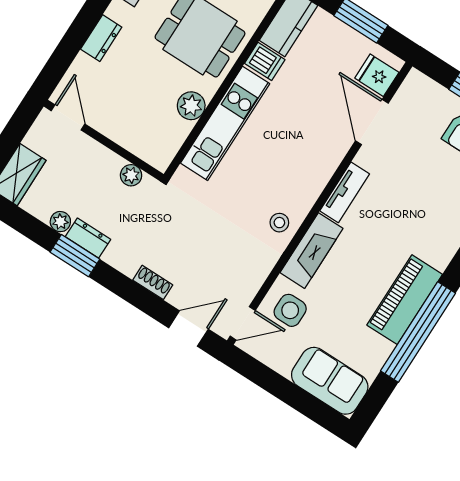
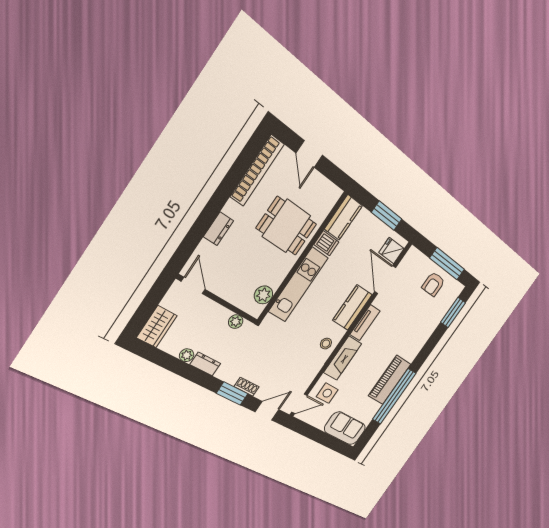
plant: (191, 106) -> (263, 295), moved
kitchen counter: (319, 165) -> (352, 308), added
window: (75, 256) -> (232, 394), moved

